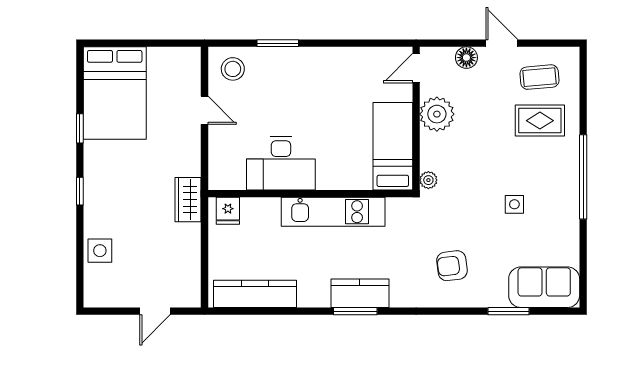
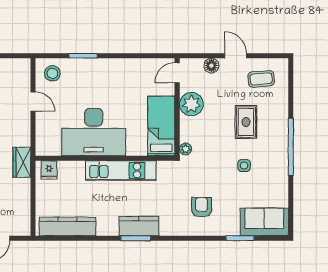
rug: (540, 121) -> (246, 122), moved, turned 90
desk: (281, 163) -> (94, 132), width x1.36, depth x1.30
armchair: (452, 266) -> (202, 207), turned 97

